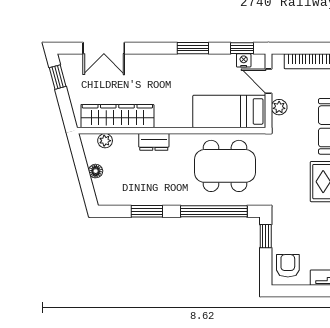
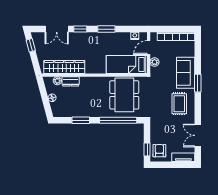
window: (242, 48) -> (80, 29), moved
door: (268, 81) -> (149, 48), hinge flipped
dresser: (154, 142) -> (71, 81), moved
dining table: (225, 166) -> (124, 95), turned 90
window: (266, 236) -> (147, 149), moved

